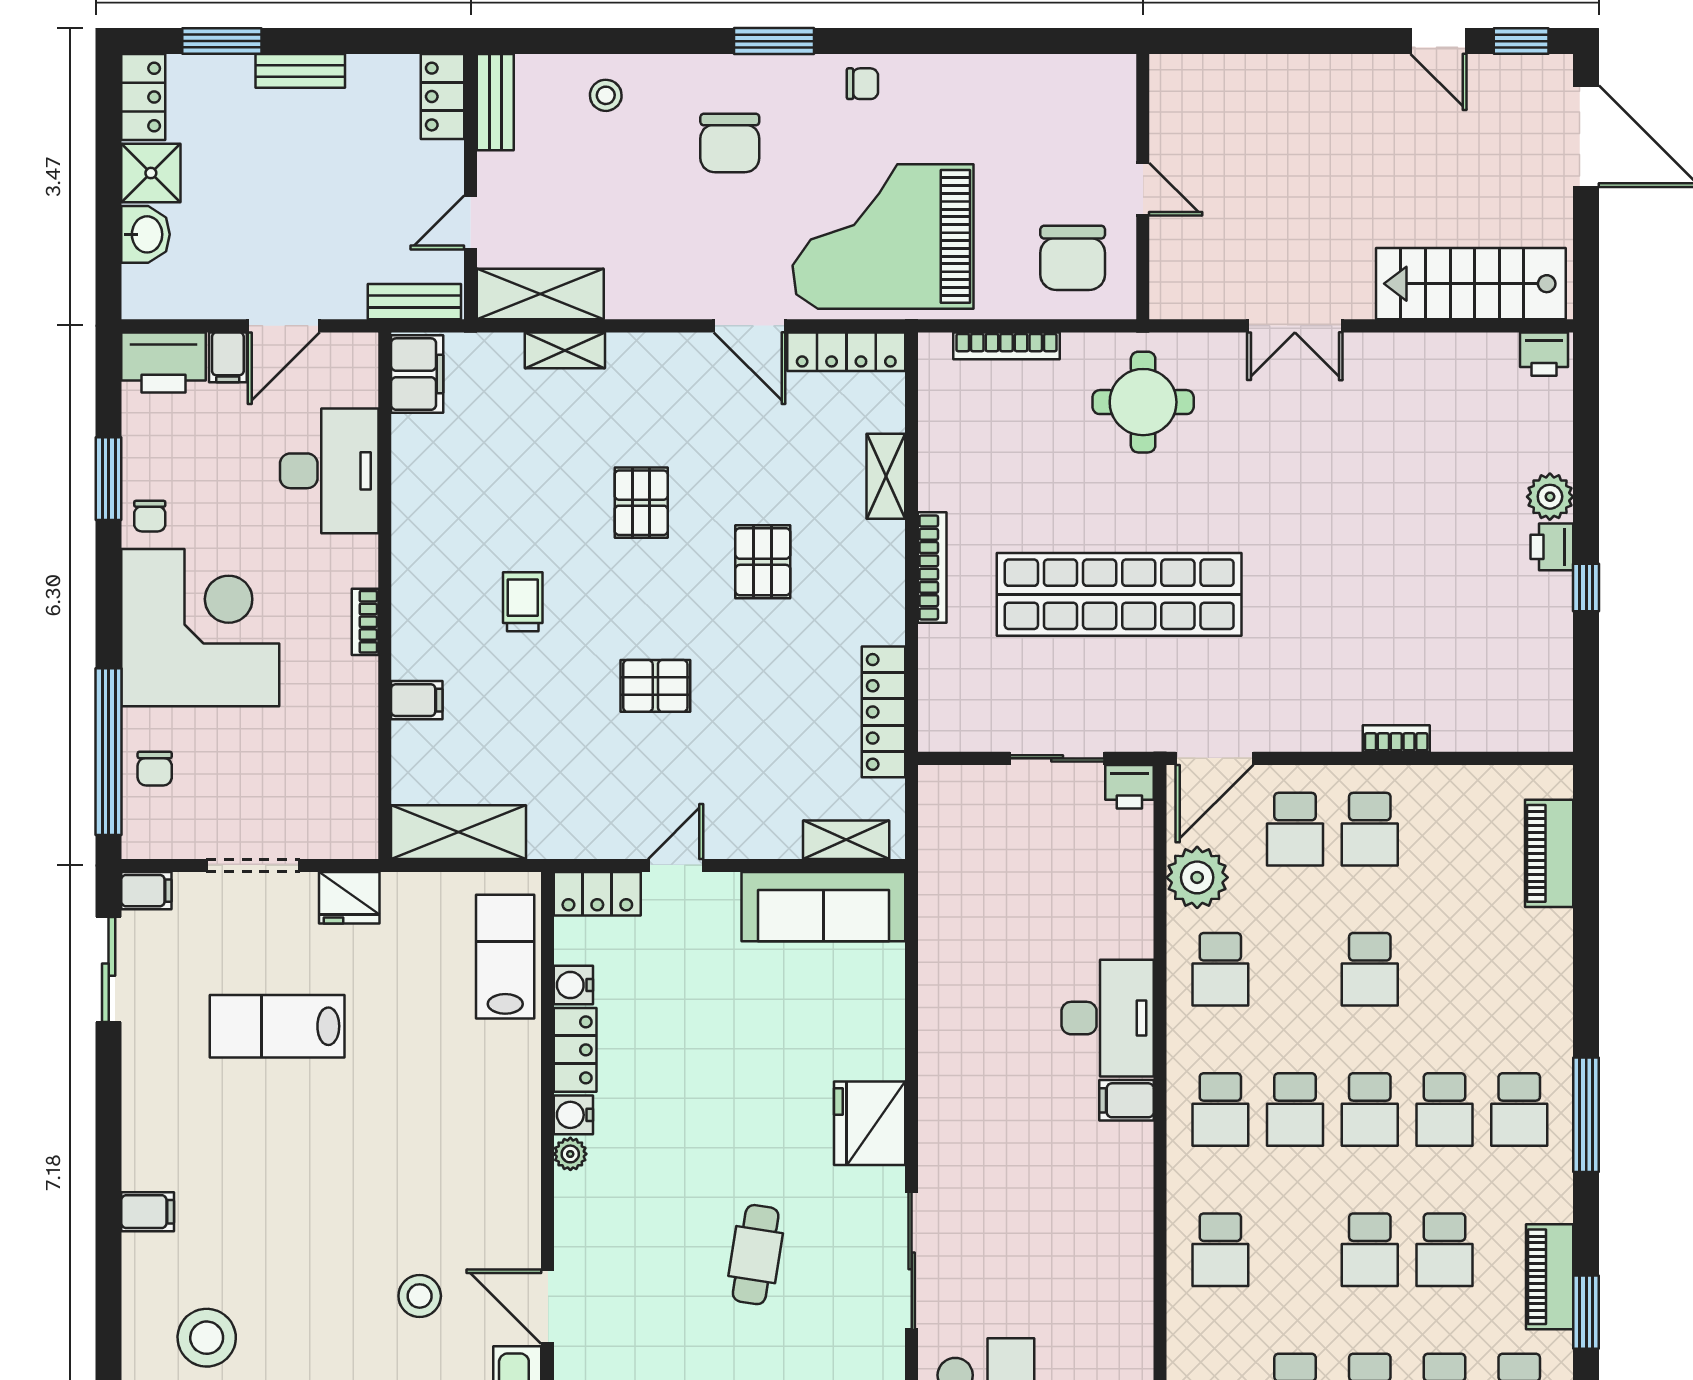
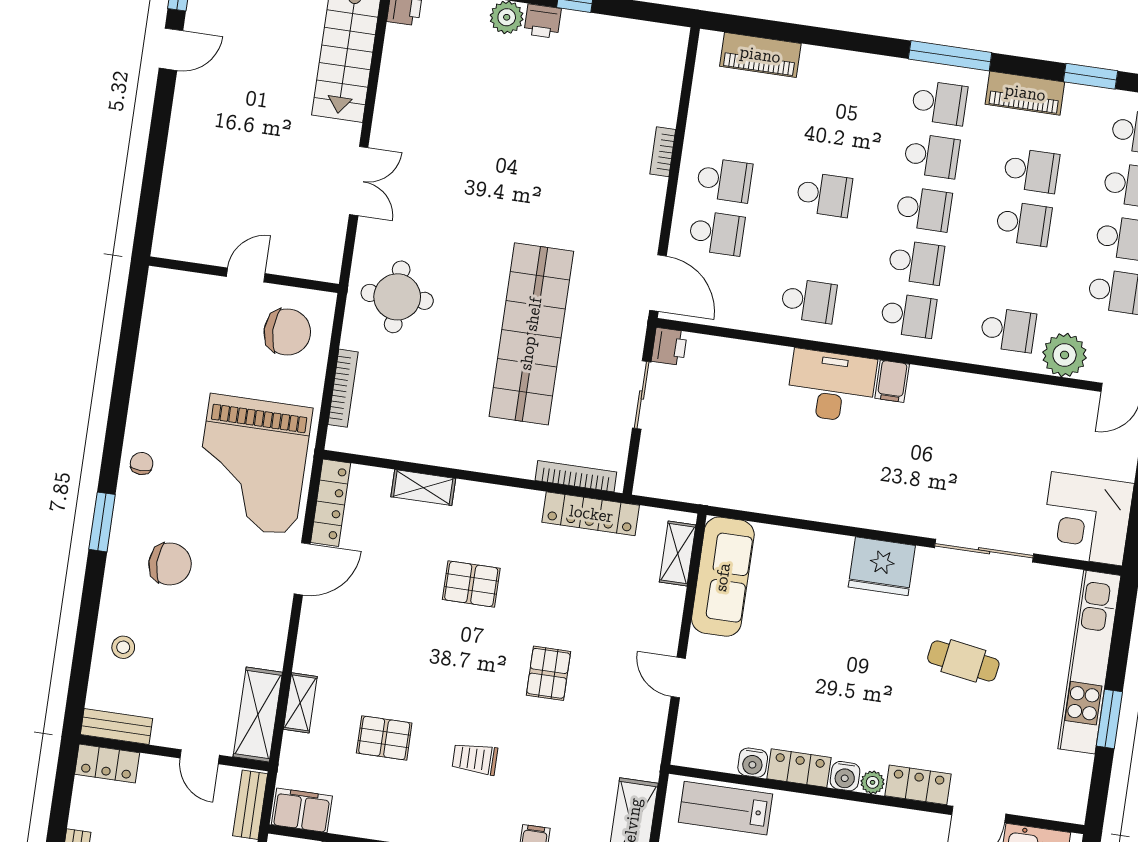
pallet: (641, 503) -> (384, 738), moved
bookcase: (932, 567) -> (576, 476), moved
plant: (1197, 877) -> (1065, 355), moved
locker: (597, 894) -> (918, 785), moved, turned -90
piano: (1550, 1277) -> (1025, 93), moved

